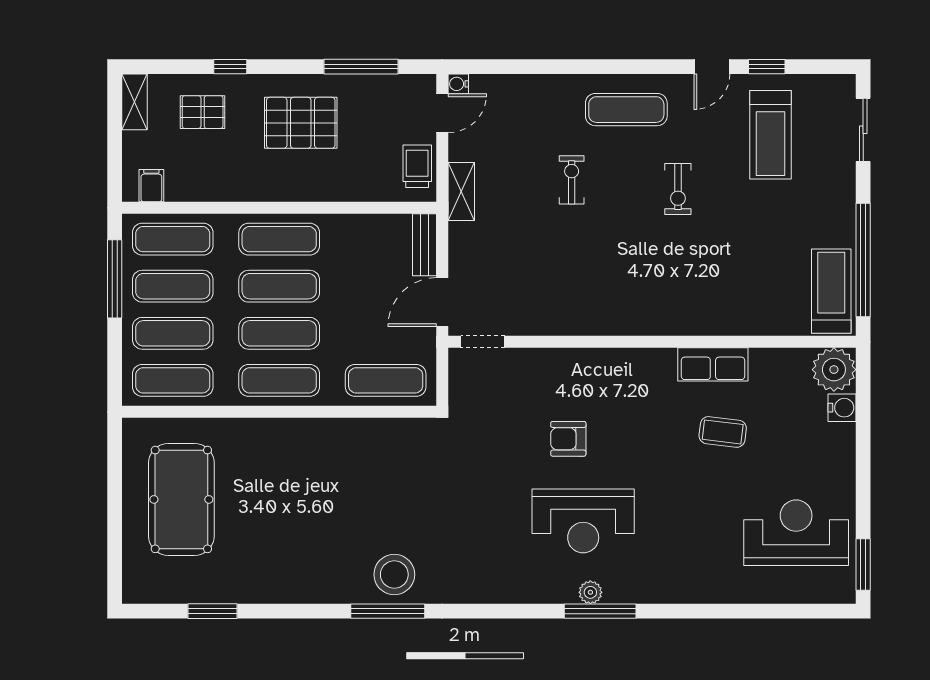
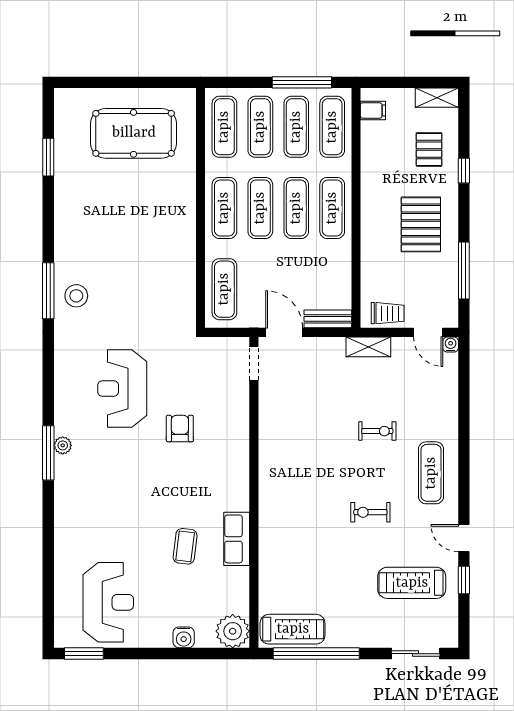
water cooler: (842, 408) -> (184, 637), moved
reception desk: (583, 521) -> (122, 388), moved
stool: (394, 575) -> (76, 296), width x0.73, depth x0.73

